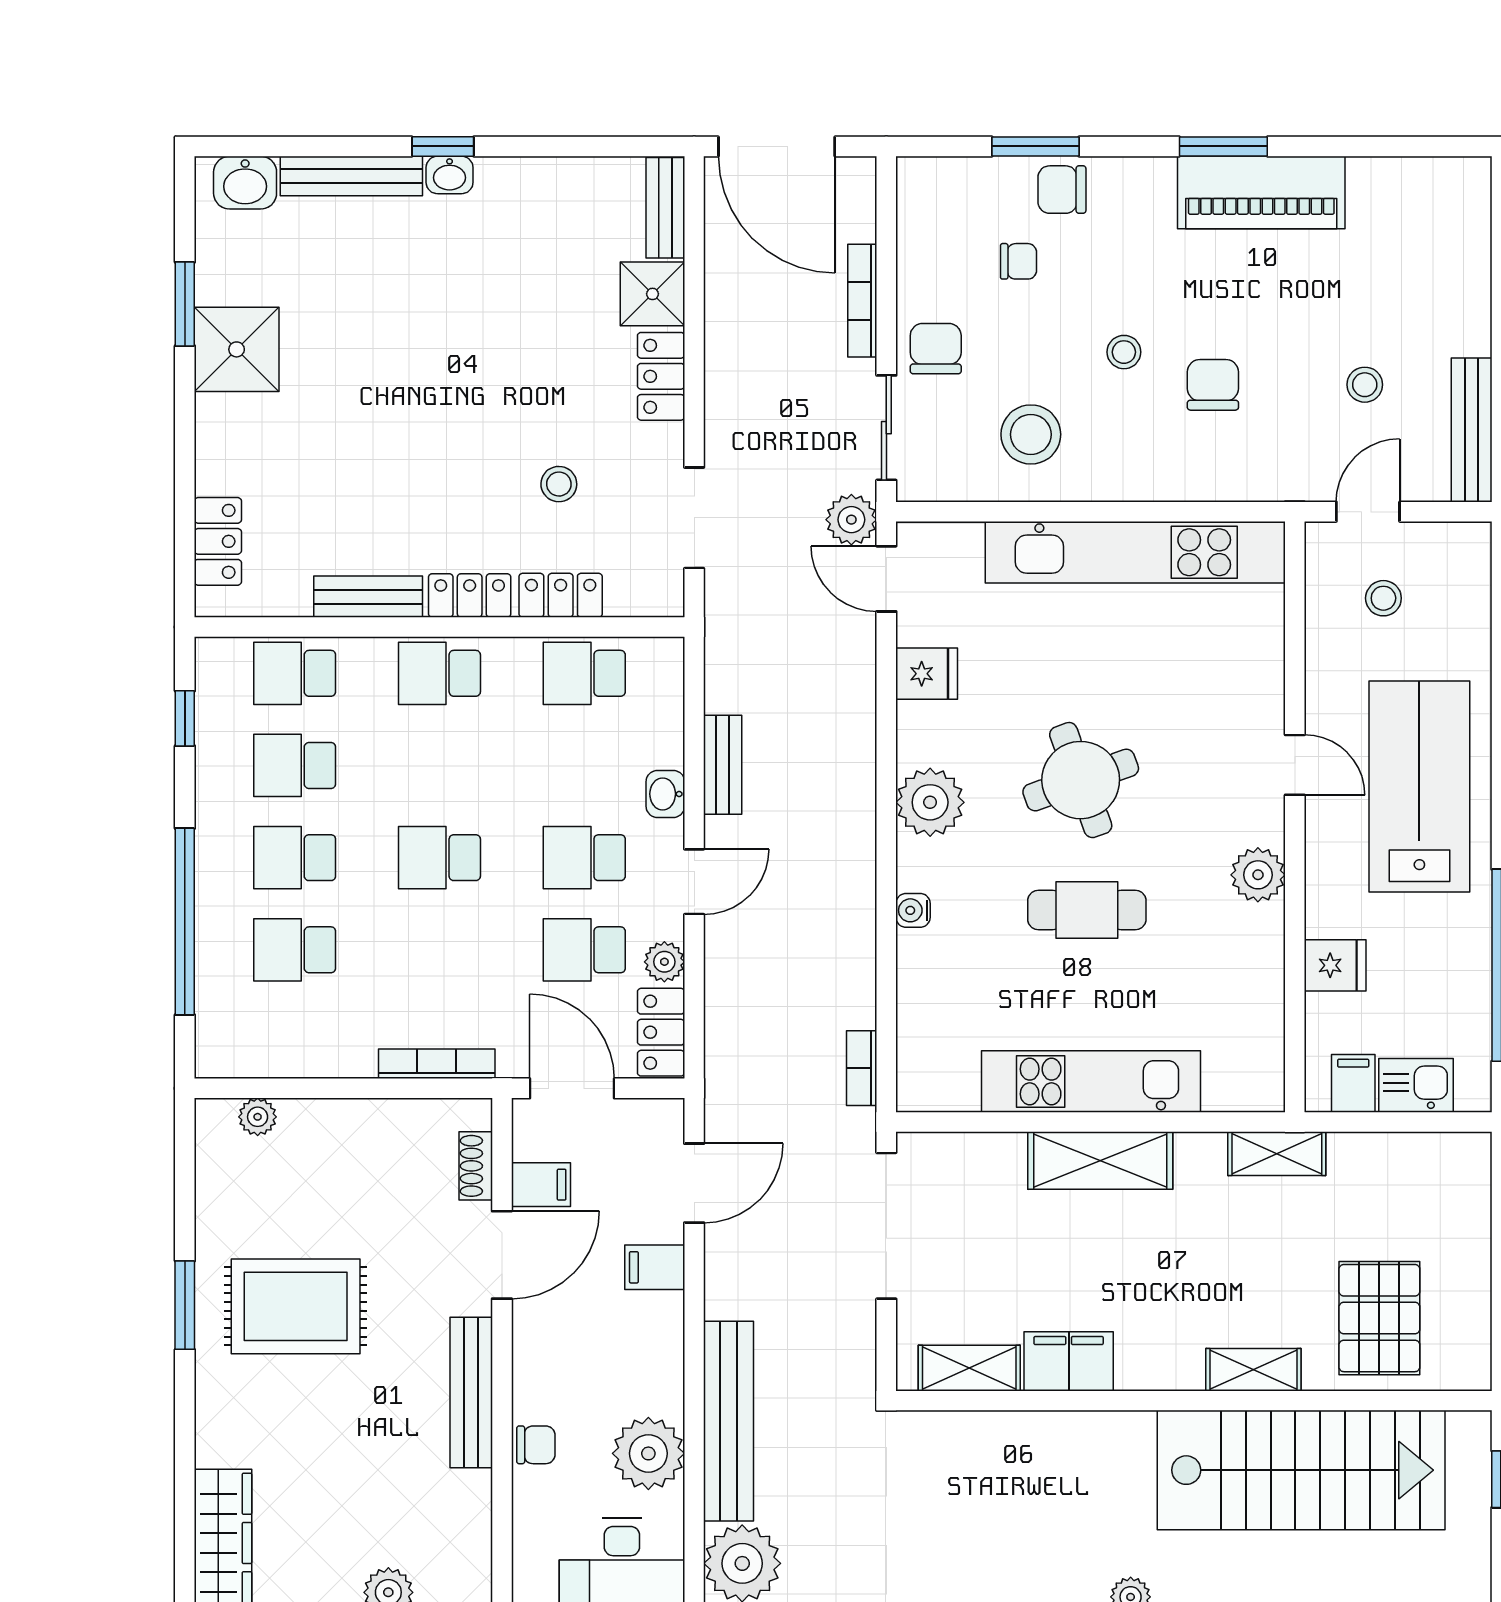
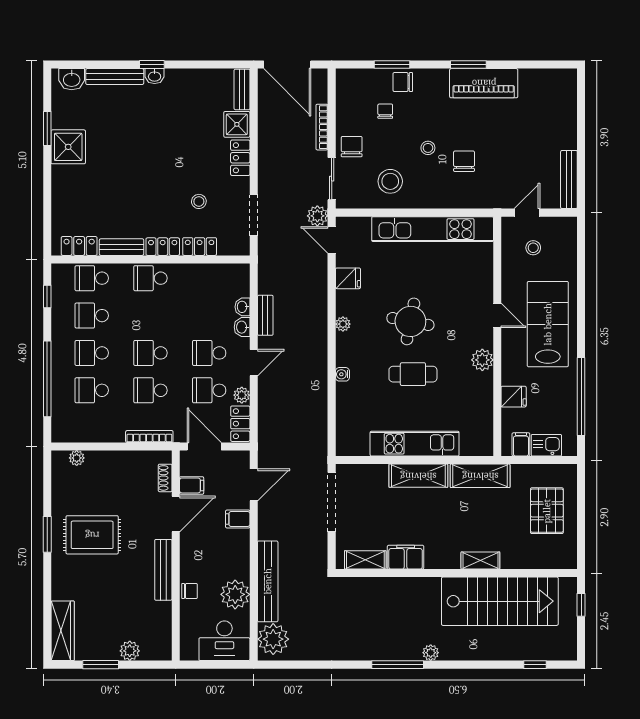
chair: (1019, 261) -> (385, 111), turned -90
stool: (1365, 385) -> (526, 161), removed
locker: (218, 541) -> (79, 246), moved, turned -90
school desk: (584, 673) -> (150, 390), moved
washbasin: (666, 744) -> (242, 307), added
round table: (1081, 780) -> (410, 321), turned 31
plant: (930, 802) -> (343, 324), width x0.53, depth x0.53
bookcase: (862, 1068) -> (322, 438), removed
shelving: (1277, 1154) -> (480, 476), width x1.50, depth x1.33
pallet: (1379, 1318) -> (547, 511), moved

